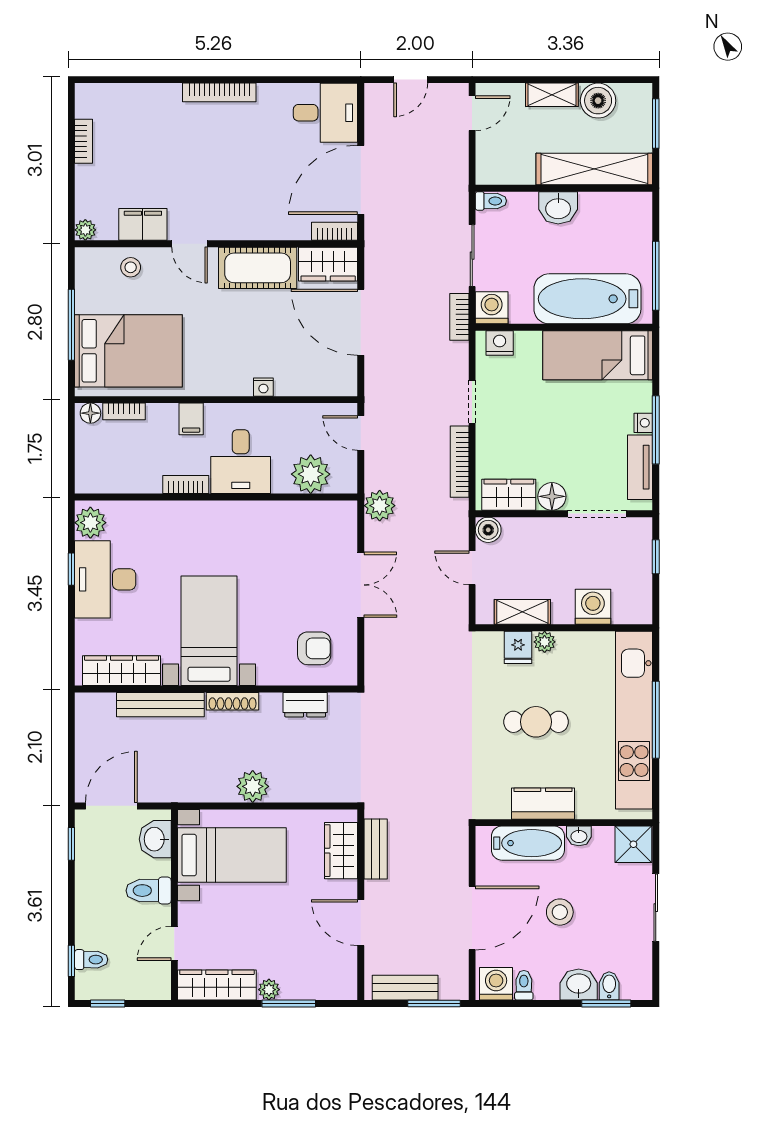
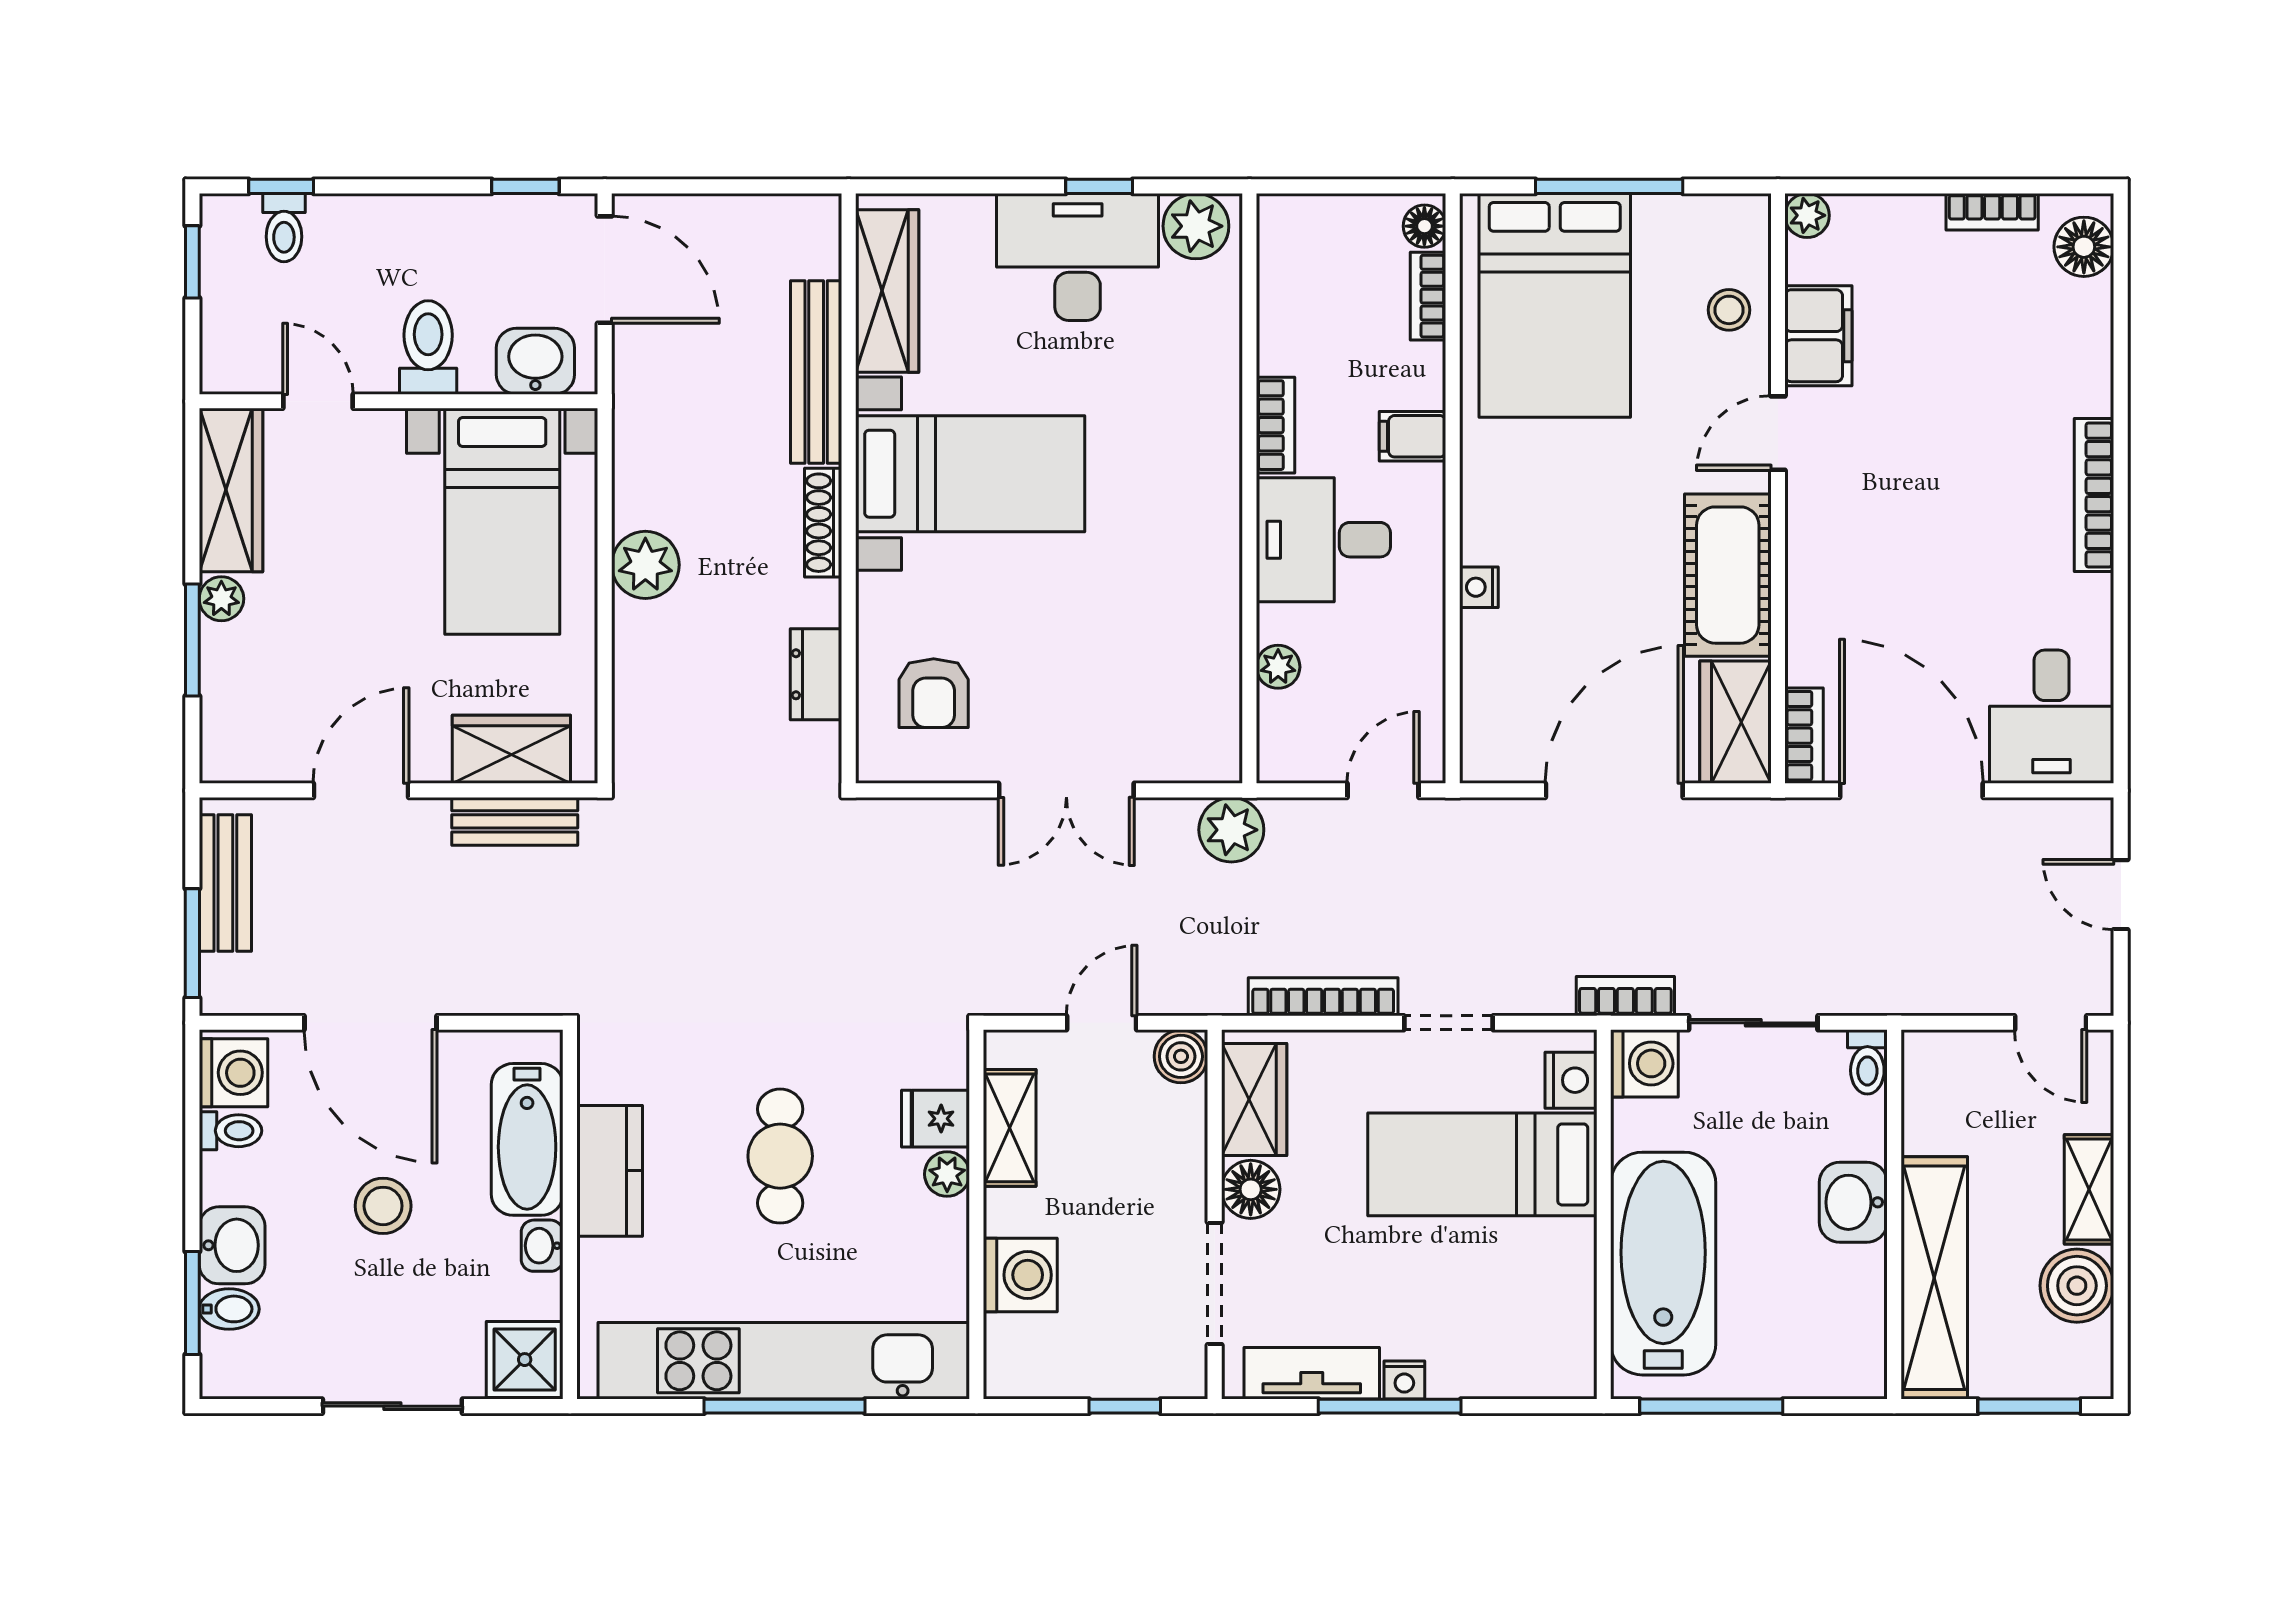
floor lamp: (100, 97) -> (2084, 247), added
bed: (598, 355) -> (1482, 1164), moved, turned -90
plant: (311, 474) -> (1278, 667), width x0.53, depth x0.53

